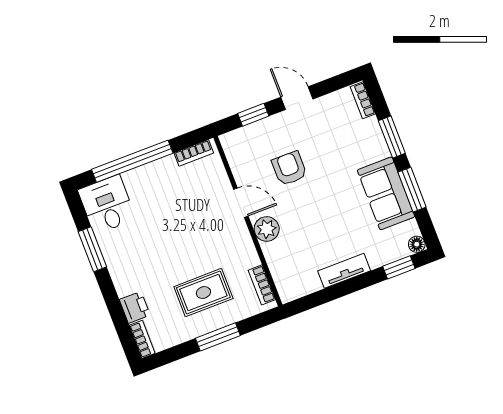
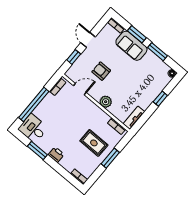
door: (297, 98) -> (88, 40), hinge flipped
sofa: (386, 193) -> (131, 46), moved
door: (241, 203) -> (80, 89), moved
window: (399, 267) -> (160, 99), moved
tv unit: (344, 271) -> (134, 118), moved
rug: (203, 293) -> (94, 143), turned 90
printer: (135, 307) -> (56, 155), moved

